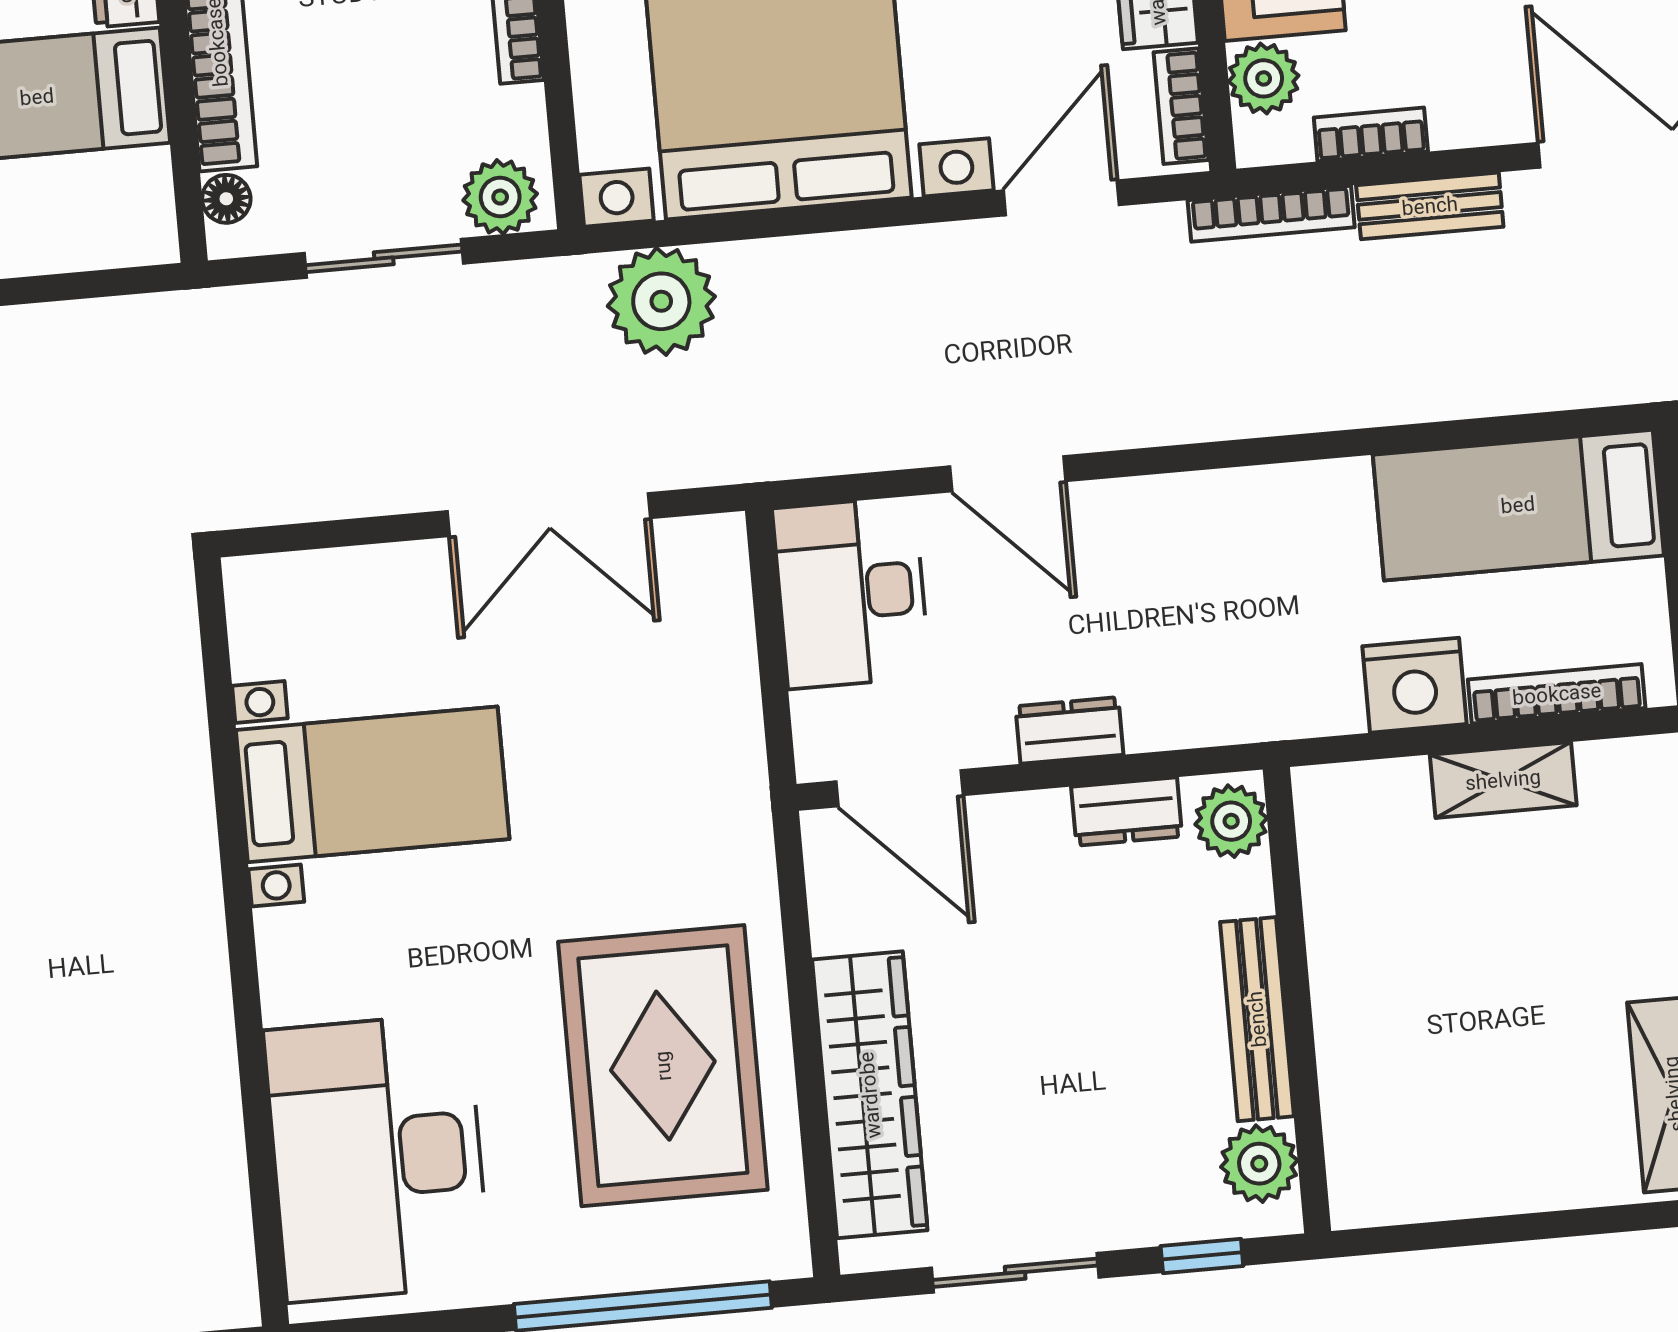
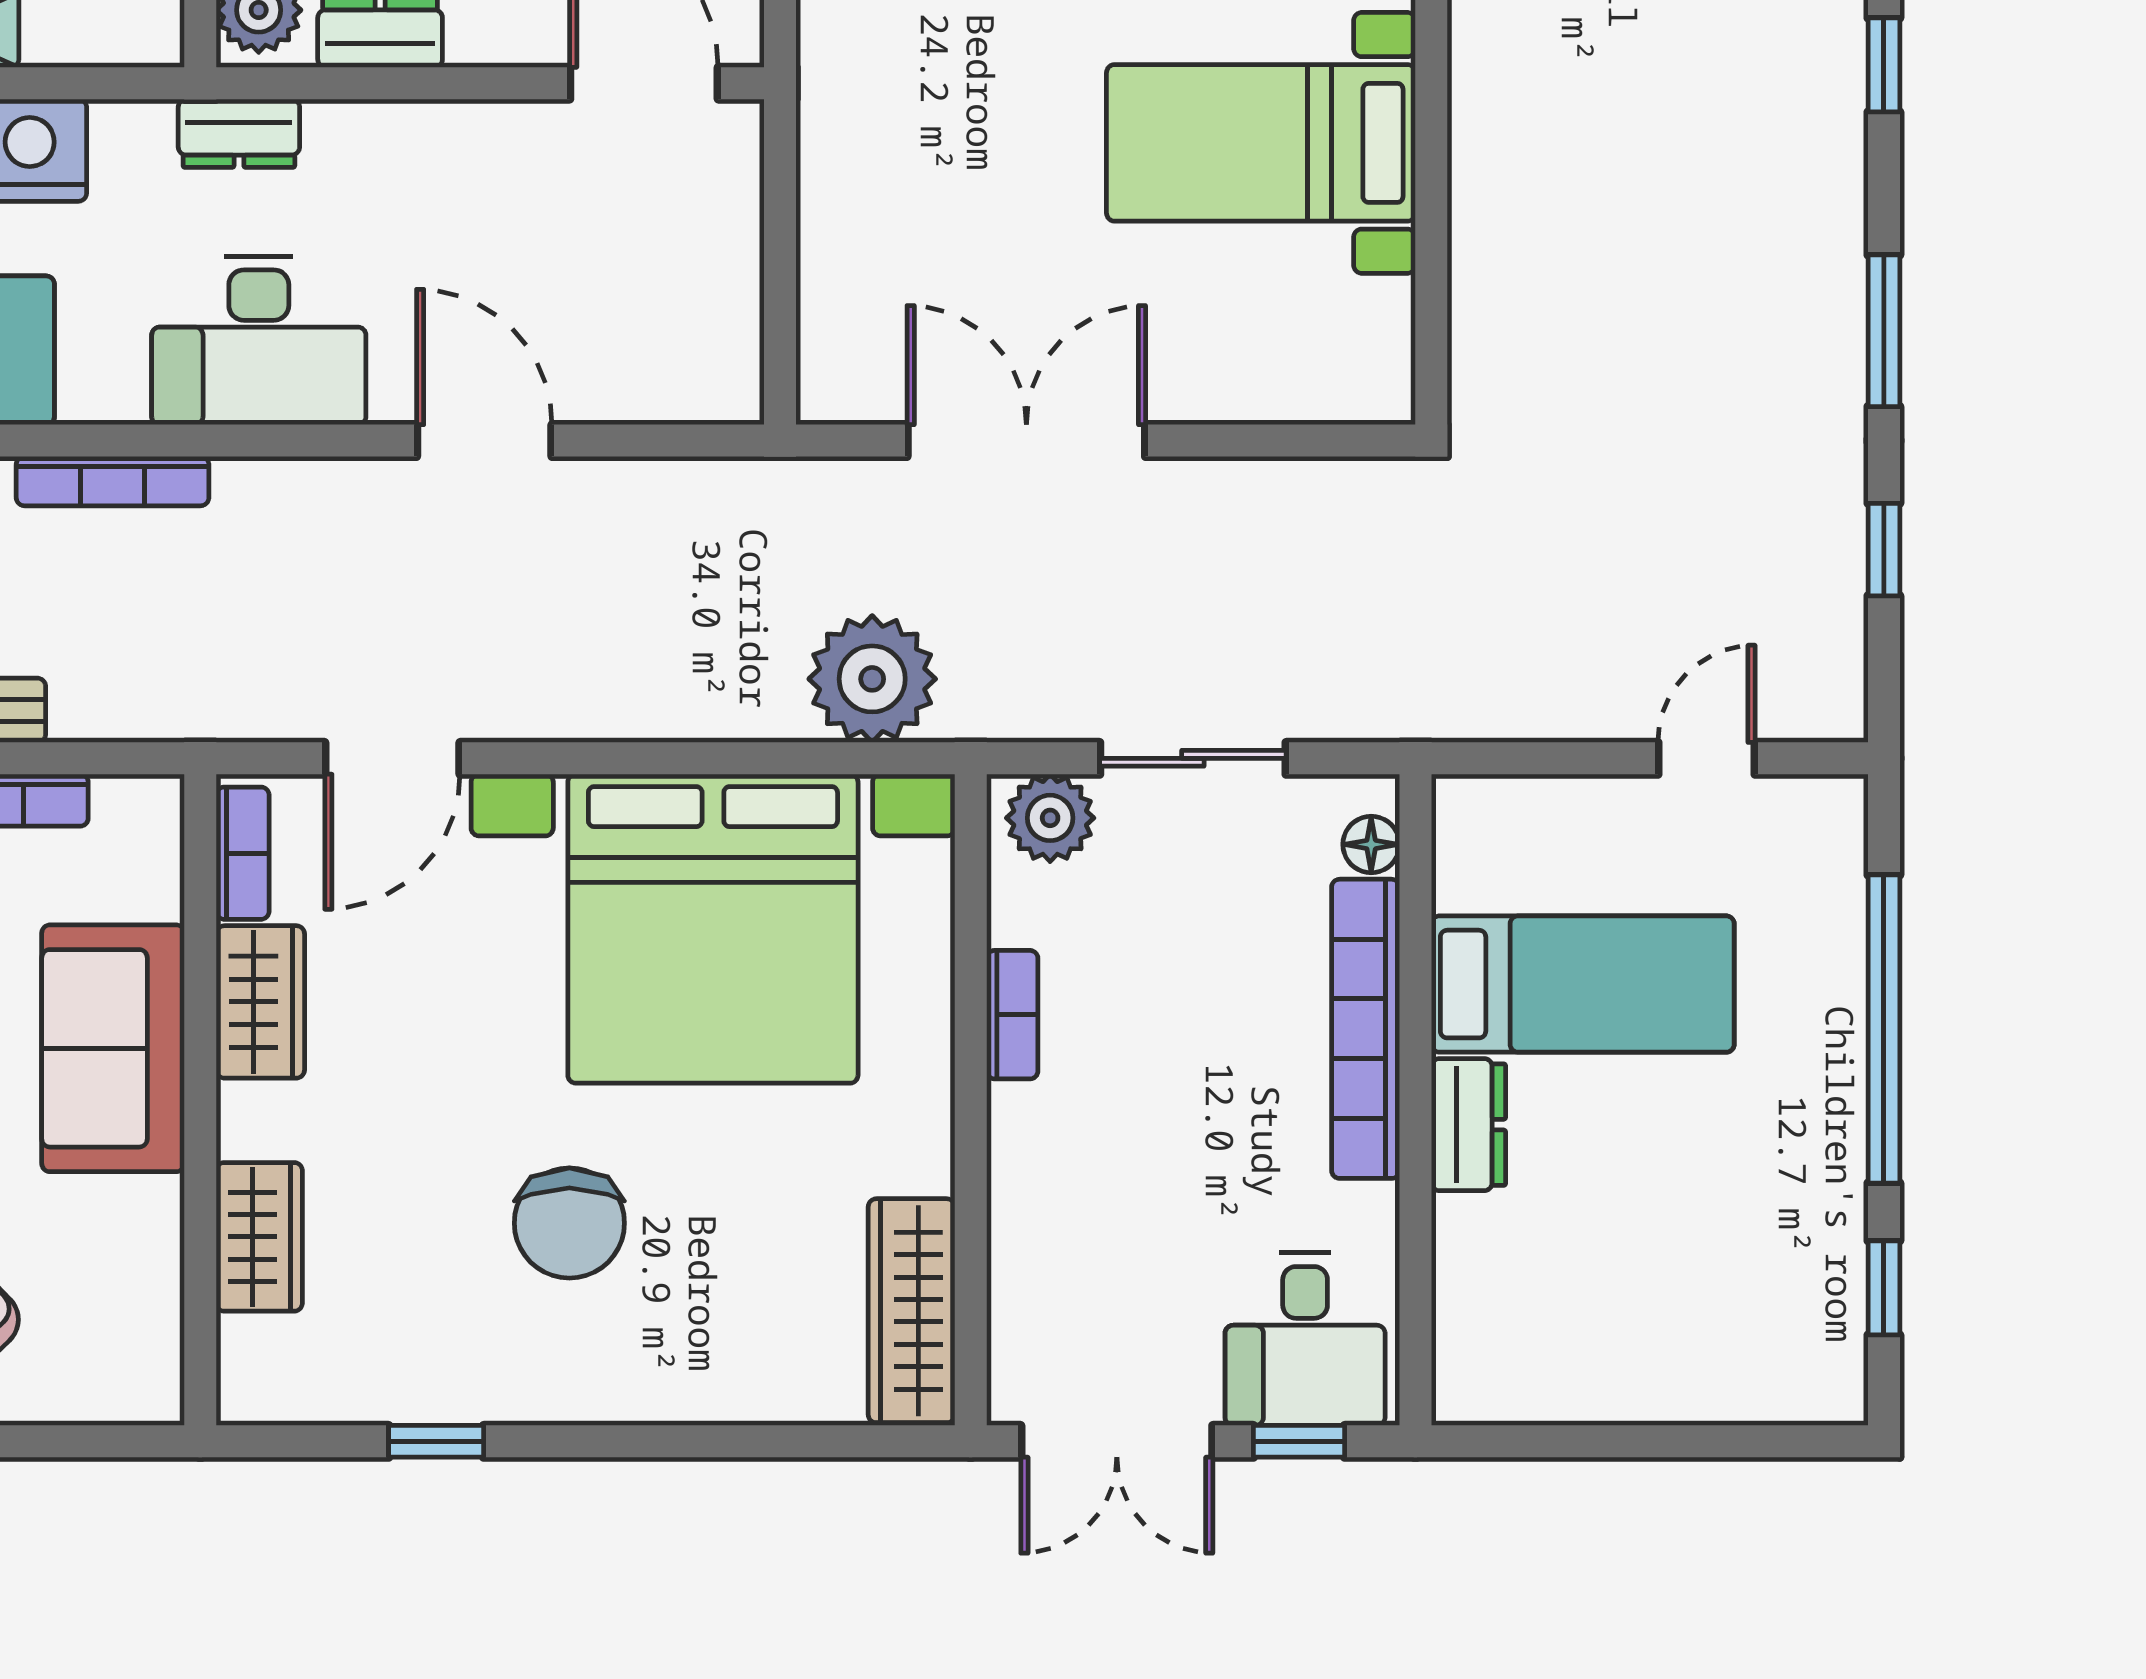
plant: (1264, 78) -> (143, 877), removed
bookcase: (1271, 214) -> (113, 481), moved, turned 180
desk: (851, 593) -> (259, 341), moved, turned 90
dresser: (1069, 730) -> (239, 133), moved

